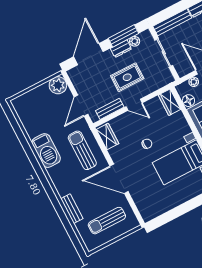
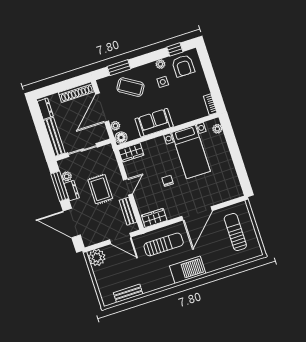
floor lamp: (188, 101) -> (121, 138), moved
sun lounger: (82, 150) -> (164, 244), turned 180
barbecue: (46, 151) -> (188, 270), moved
bench: (72, 209) -> (128, 293), moved
sun lounger: (107, 221) -> (235, 232), turned 180

